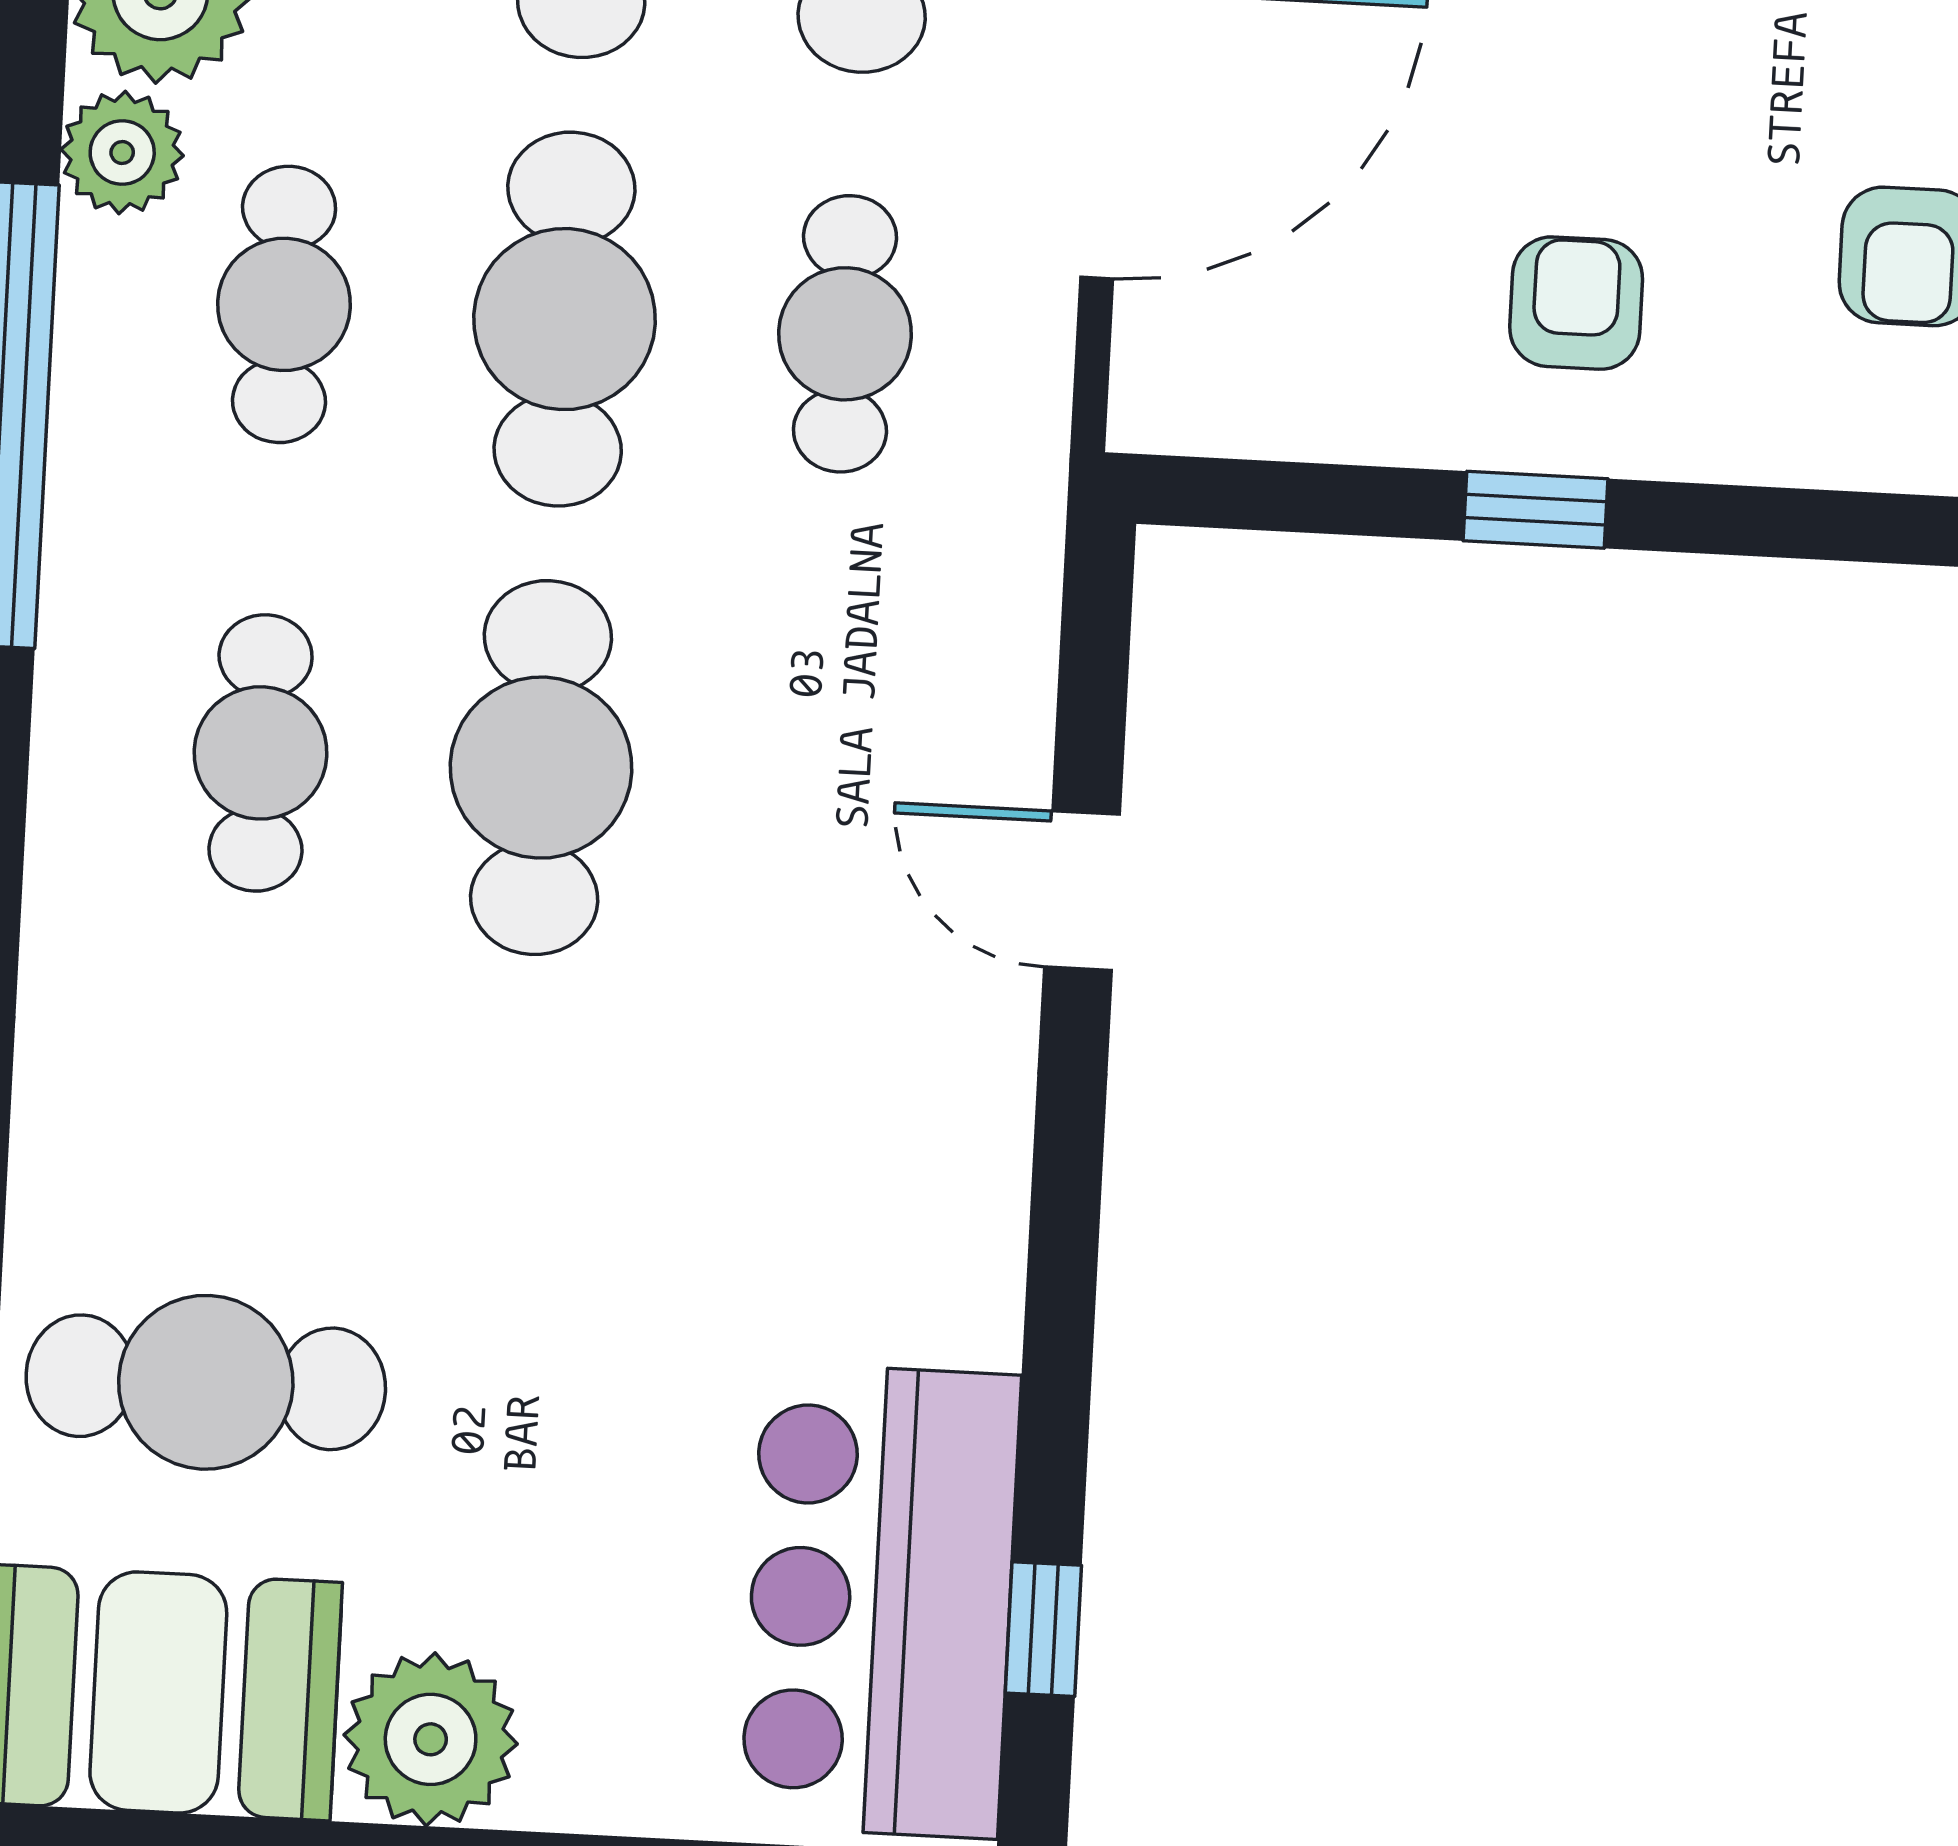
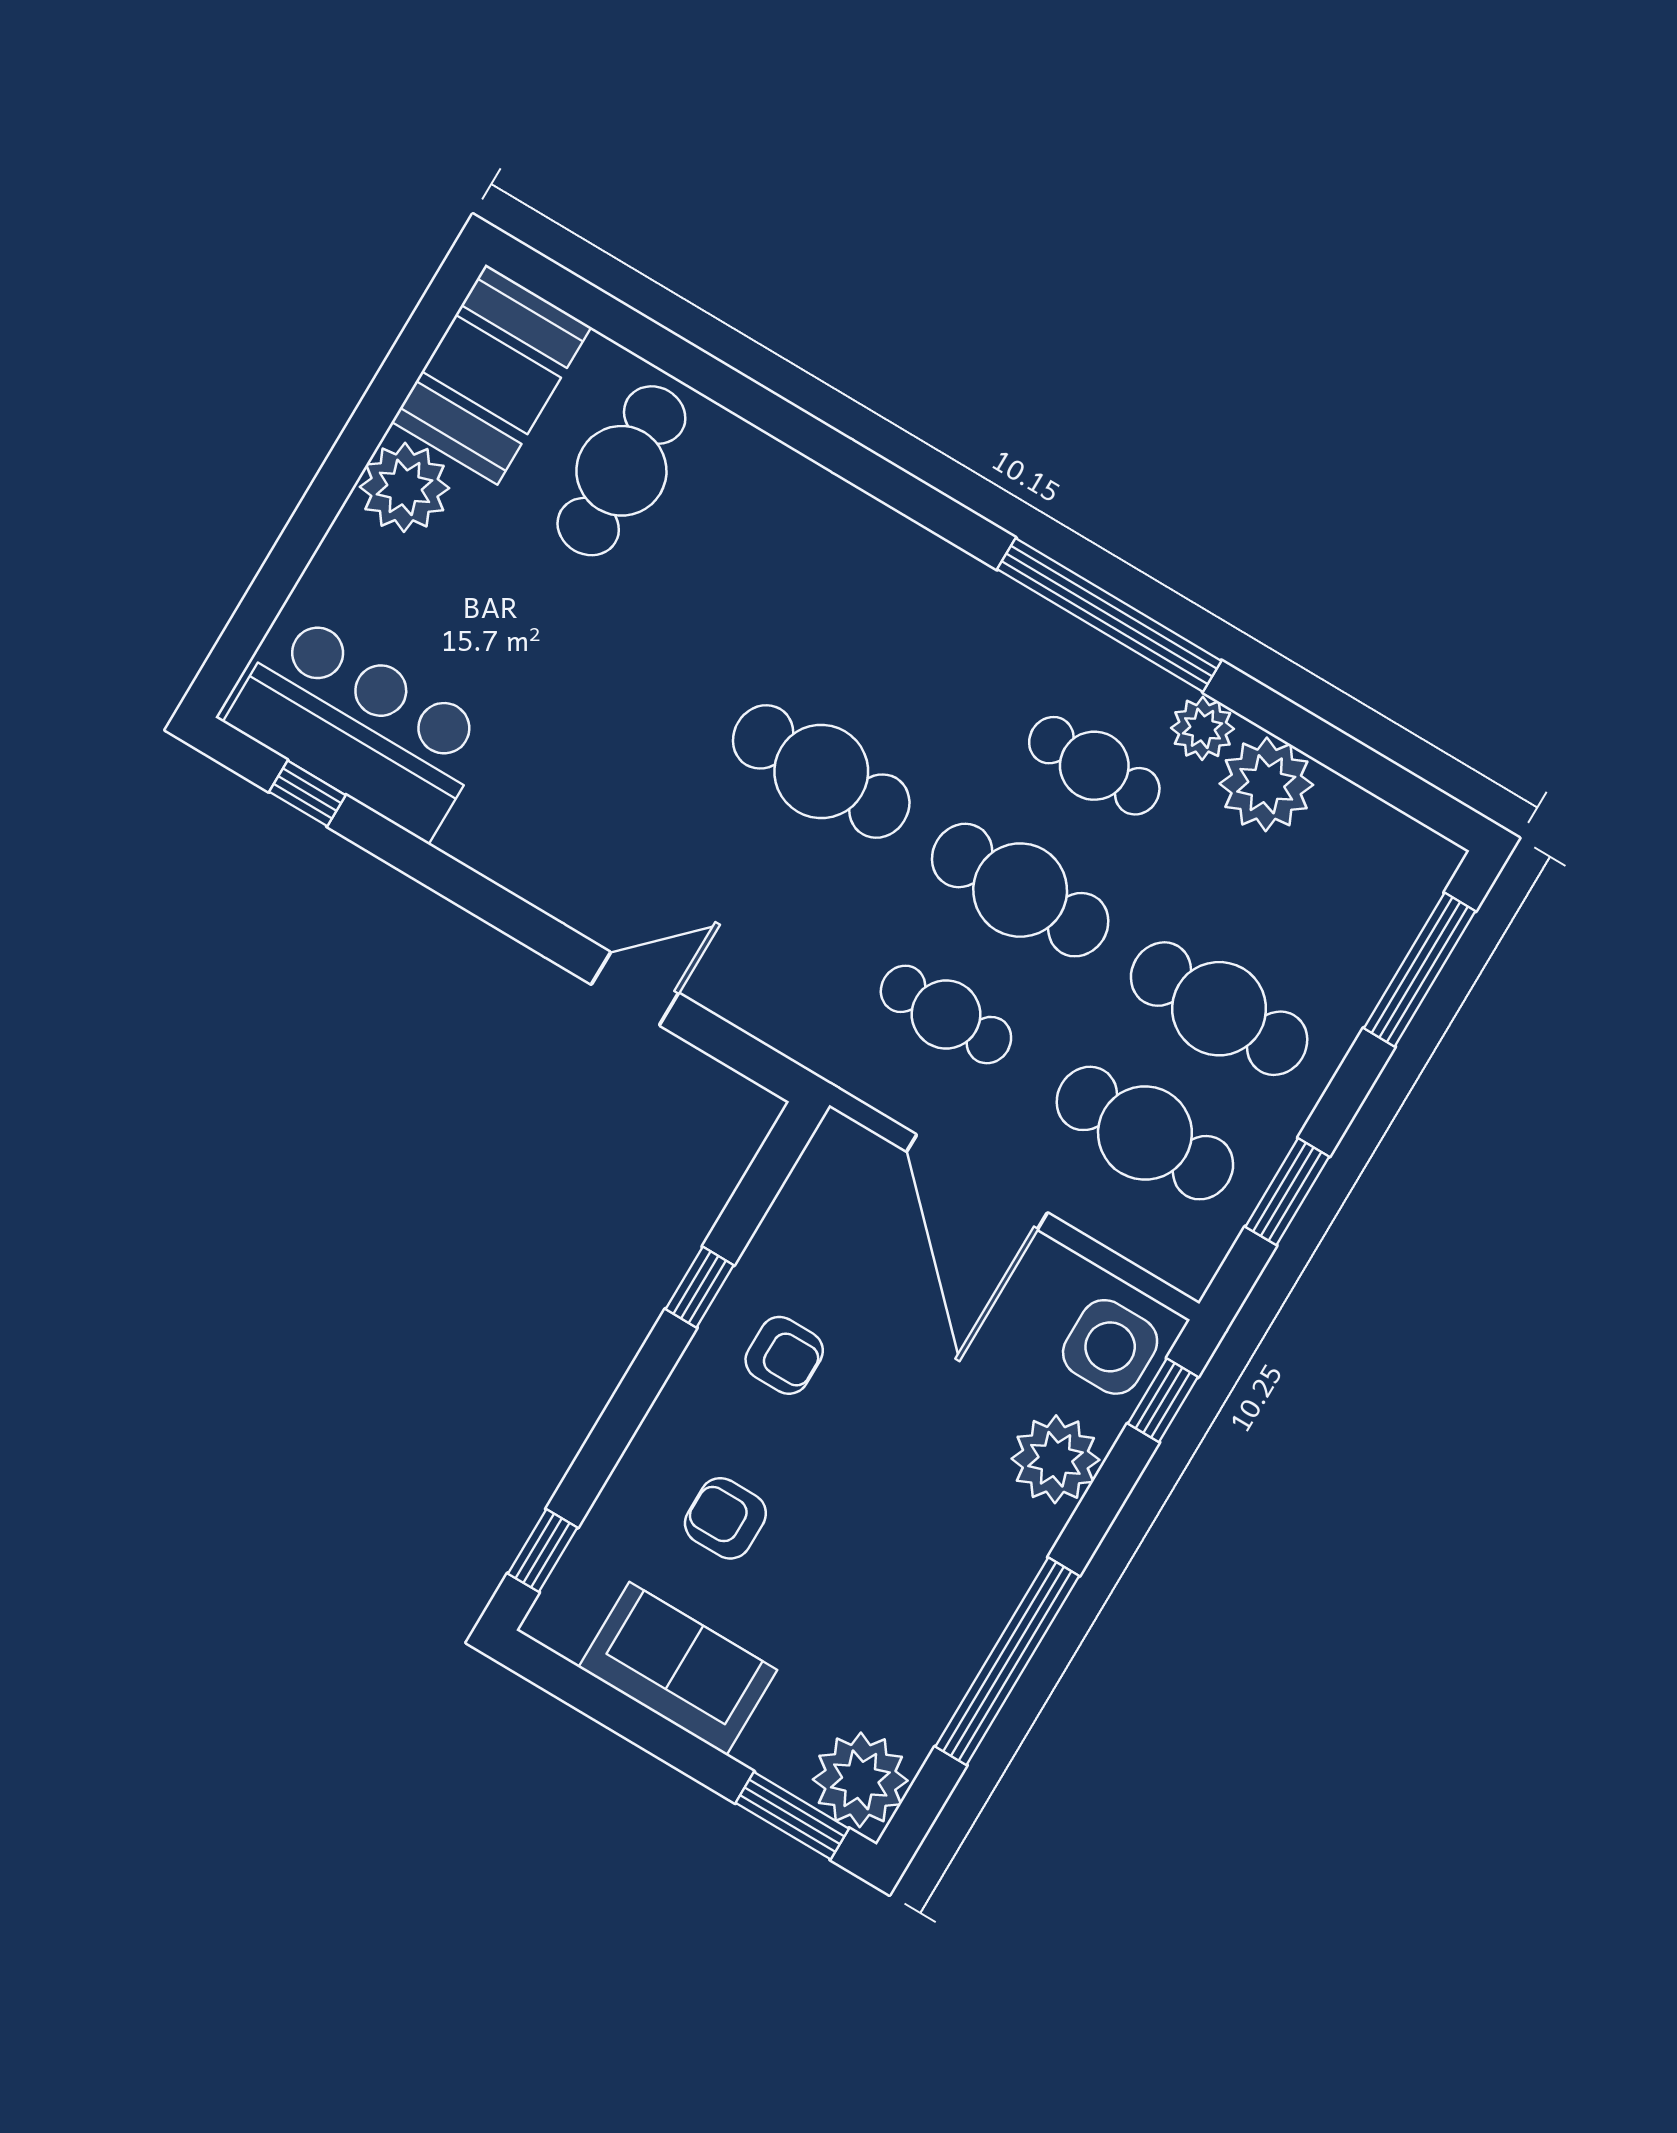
cafe table: (261, 753) -> (895, 647), removed

